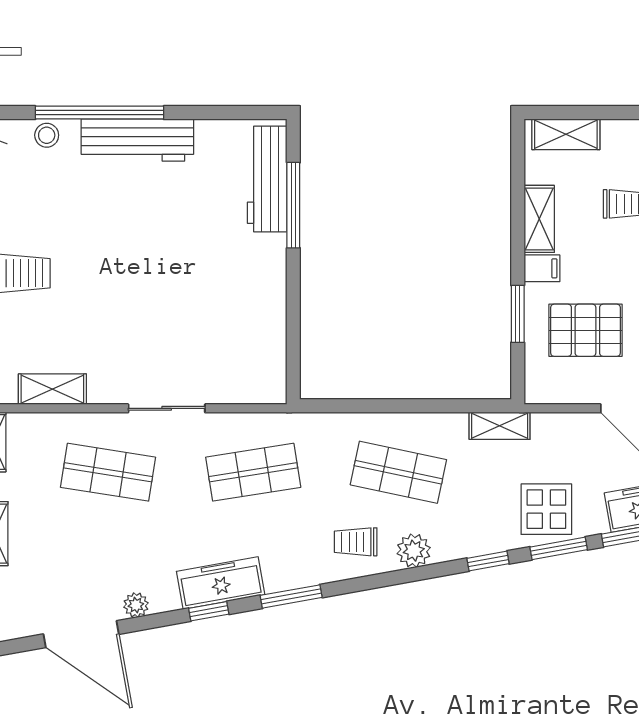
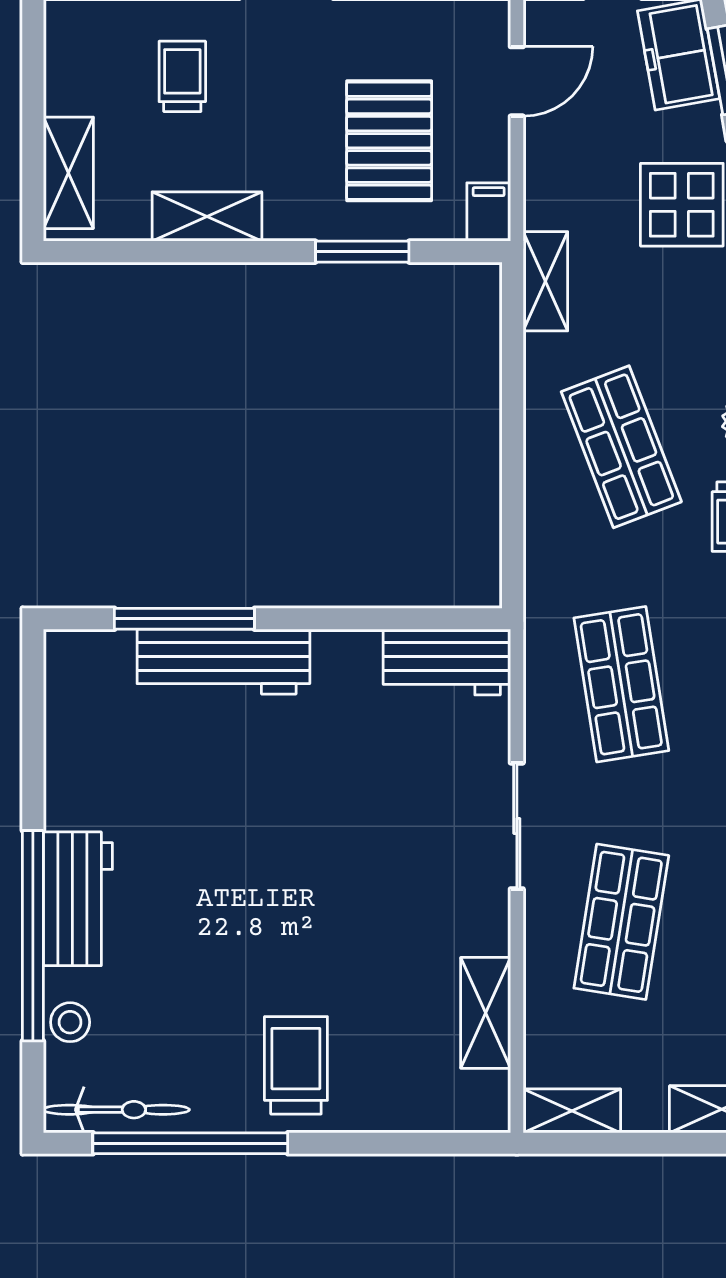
workbench: (137, 140) -> (78, 899), width x0.73
workbench: (267, 179) -> (223, 662), moved
filing cabinet: (542, 268) -> (489, 212), moved
workbench: (267, 366) -> (447, 662), added
shop shelf: (398, 472) -> (621, 447), turned -33

